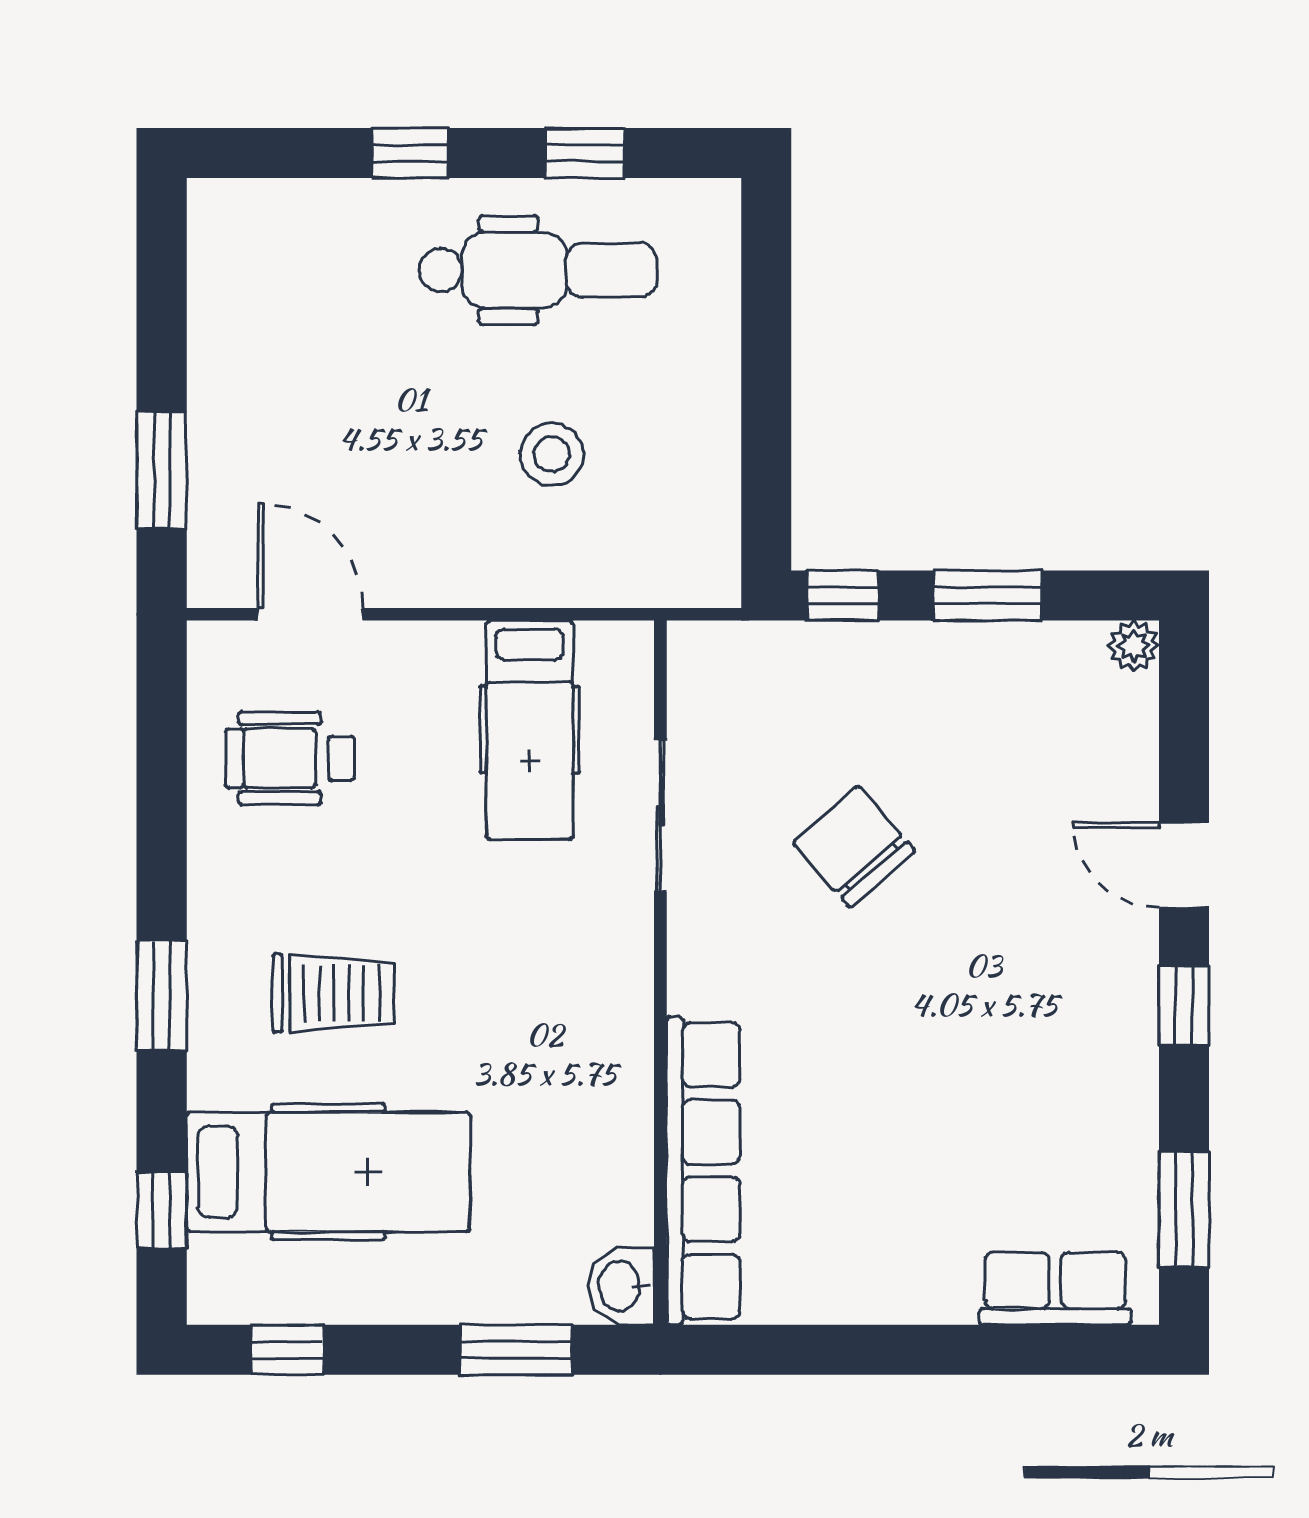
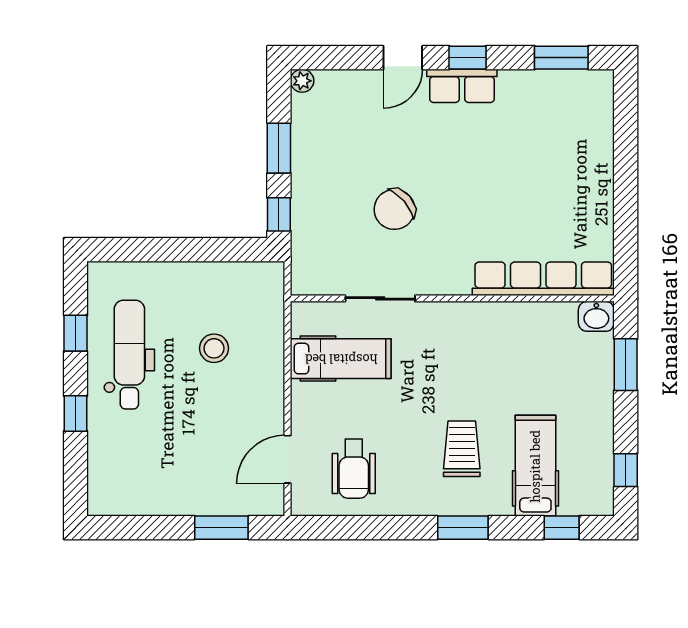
hospital bed: (328, 1172) -> (535, 466), width x0.73, depth x0.77
row of seats: (1055, 1288) -> (462, 86), moved, turned -90

